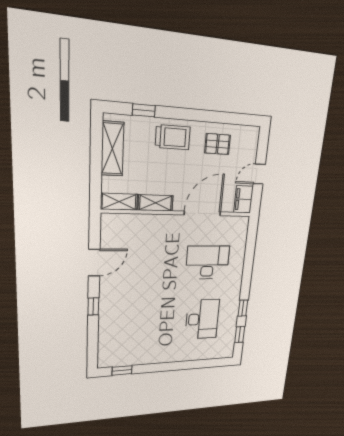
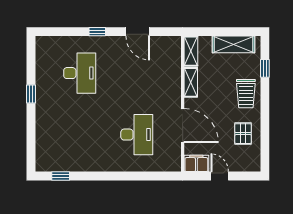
window: (243, 308) -> (89, 176), removed
desk: (202, 319) -> (80, 73), moved, turned -90
window: (122, 370) -> (31, 94), moved

